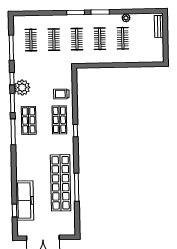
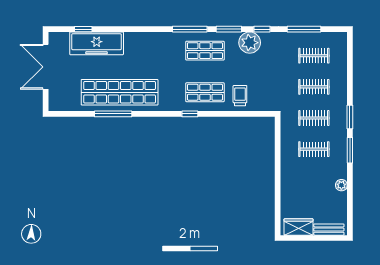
clothes rail: (123, 38) -> (314, 180), removed
wardrobe: (157, 49) -> (299, 227), added

